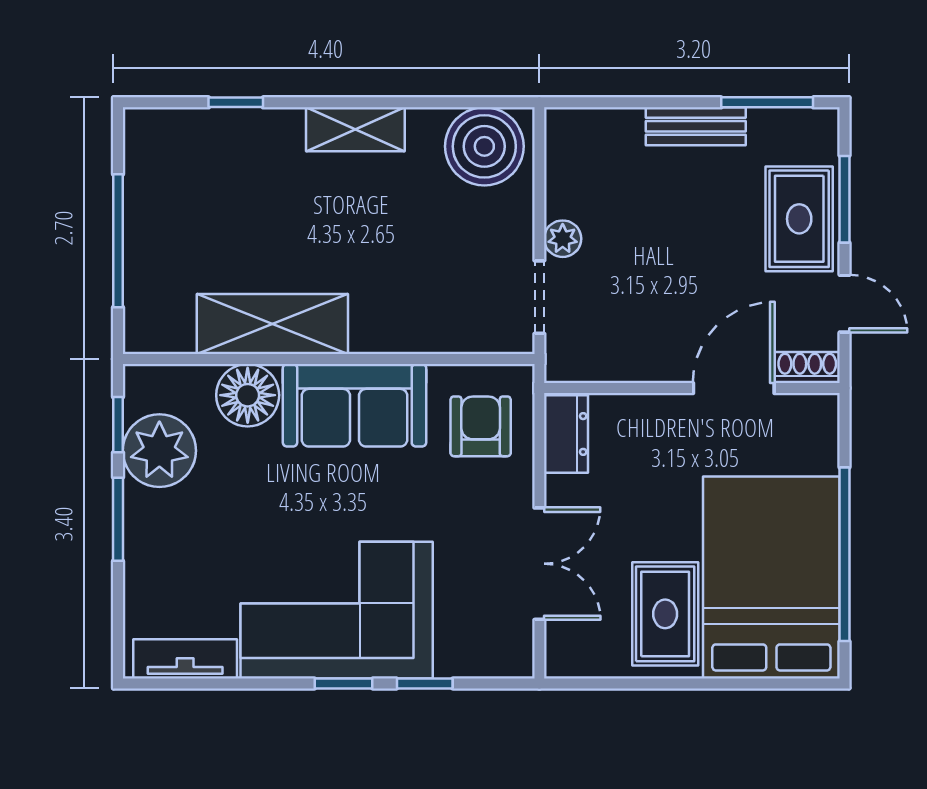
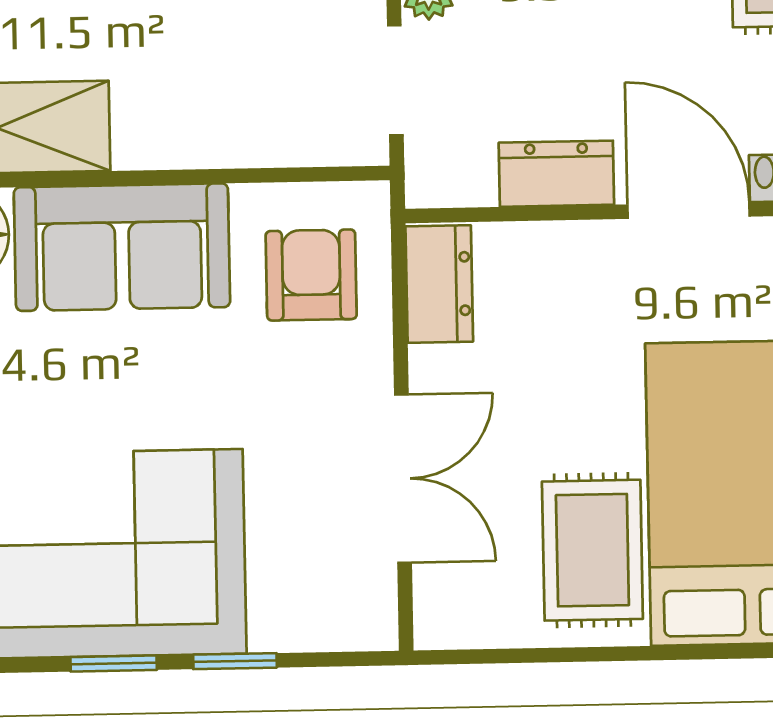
dresser: (646, 362) -> (556, 174), added
door: (734, 388) -> (689, 211), hinge flipped

